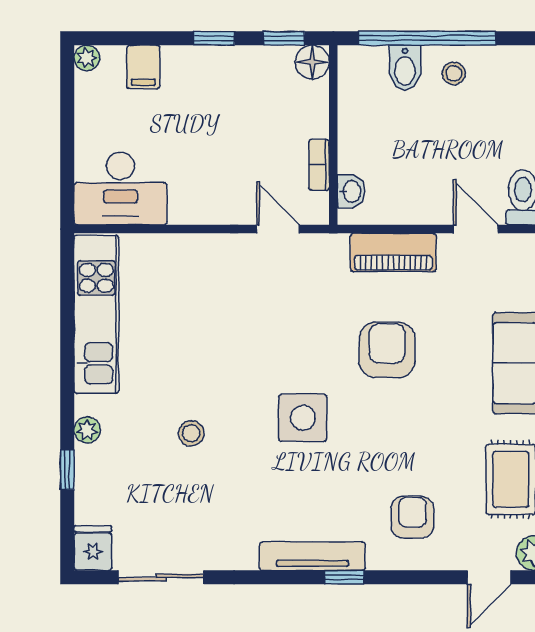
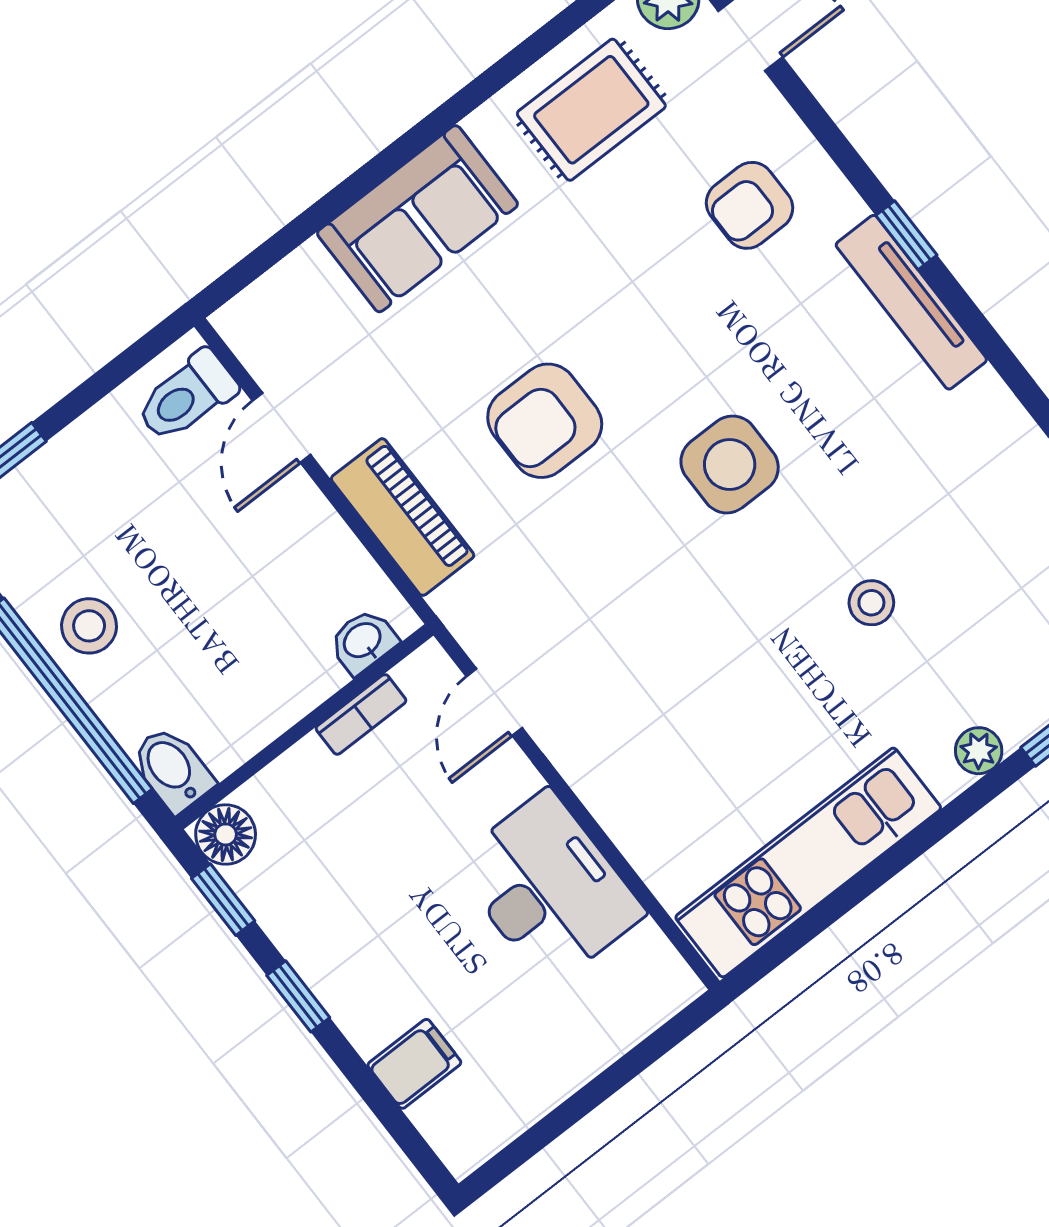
plant: (87, 58) -> (462, 1152), removed
bidet: (405, 68) -> (172, 769), moved, turned -90
stool: (454, 73) -> (89, 626), width x1.37, depth x1.37
desk: (120, 188) -> (548, 888), moved

